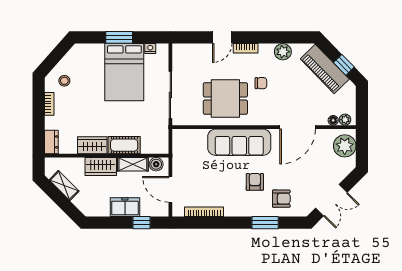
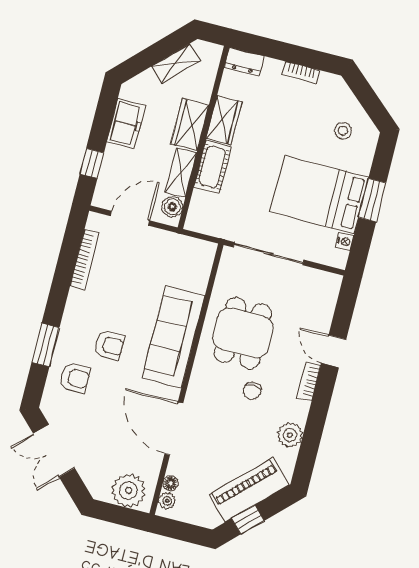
stool: (64, 81) -> (343, 131), moved
armchair: (281, 199) -> (75, 378), turned -90
freezer: (125, 207) -> (126, 123), moved

